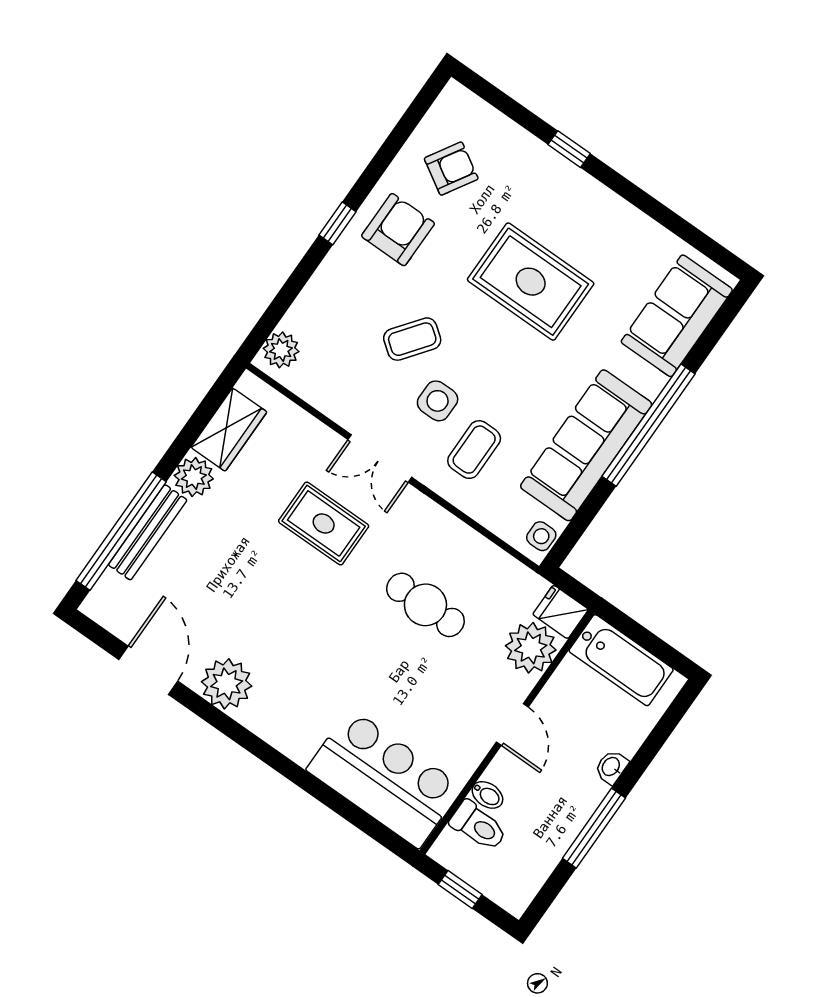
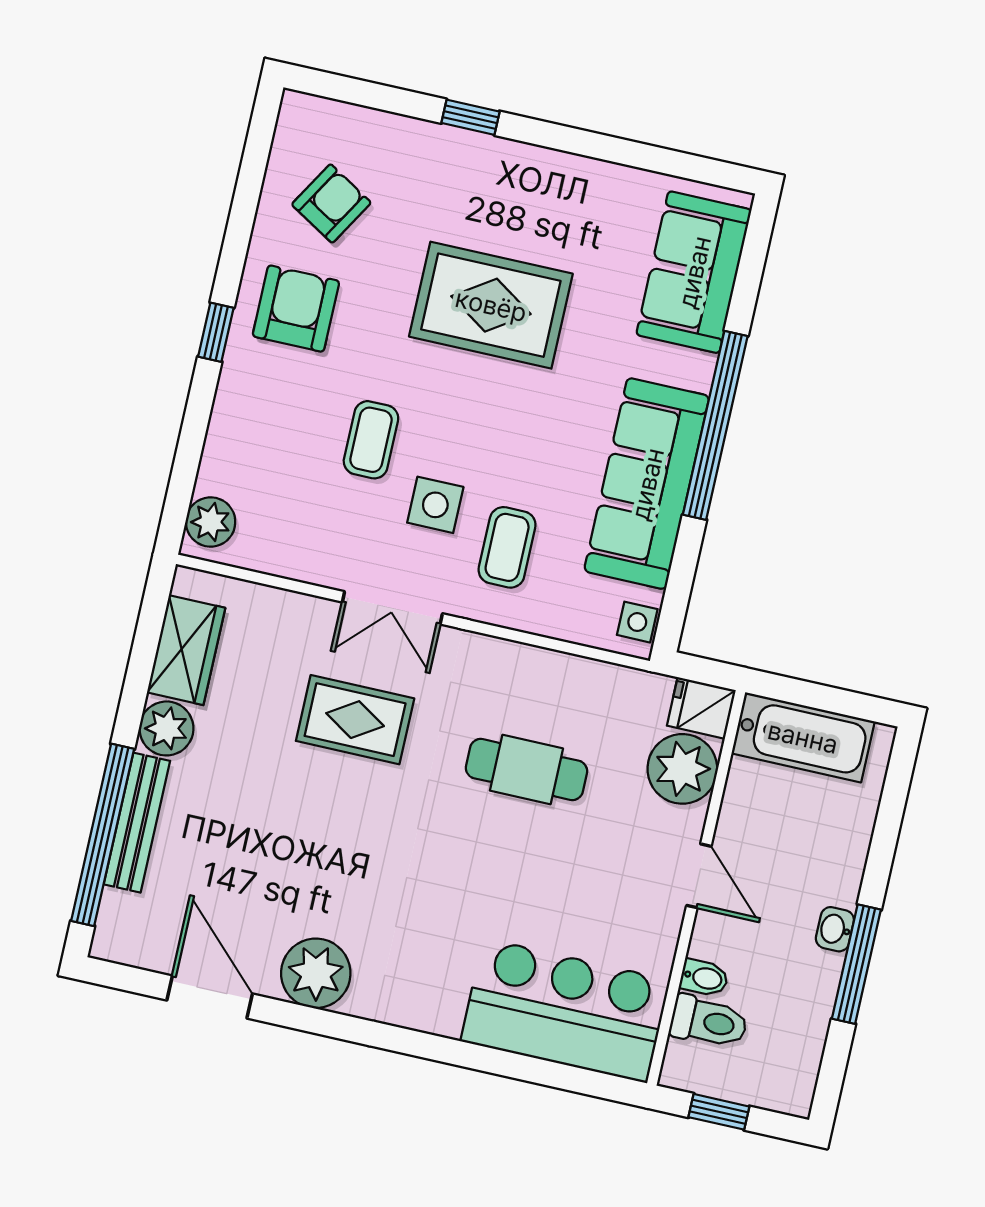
coffee table: (412, 339) -> (371, 440), turned -37
washbasin: (611, 767) -> (835, 929), moved

